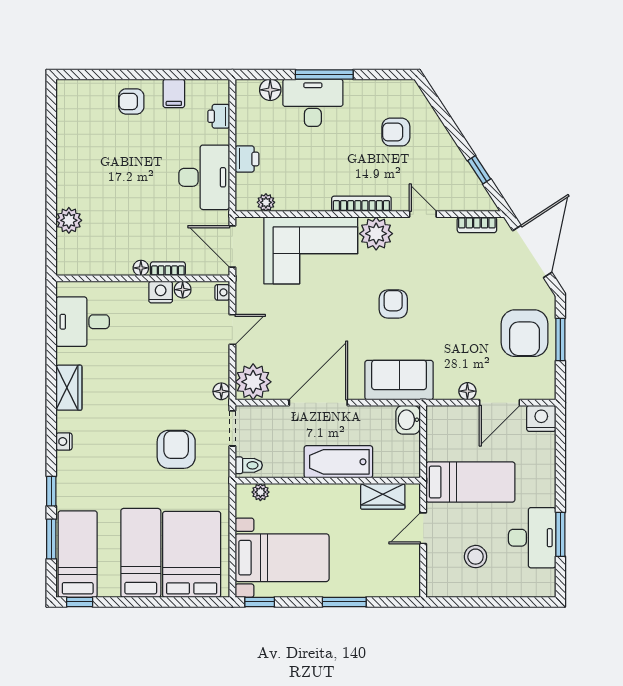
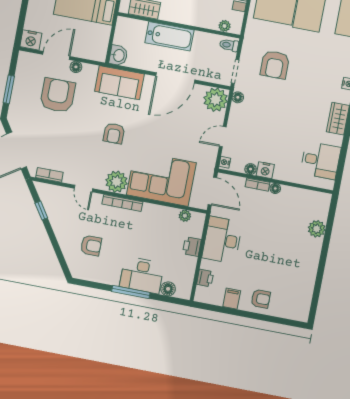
armchair: (525, 333) -> (58, 95), moved

